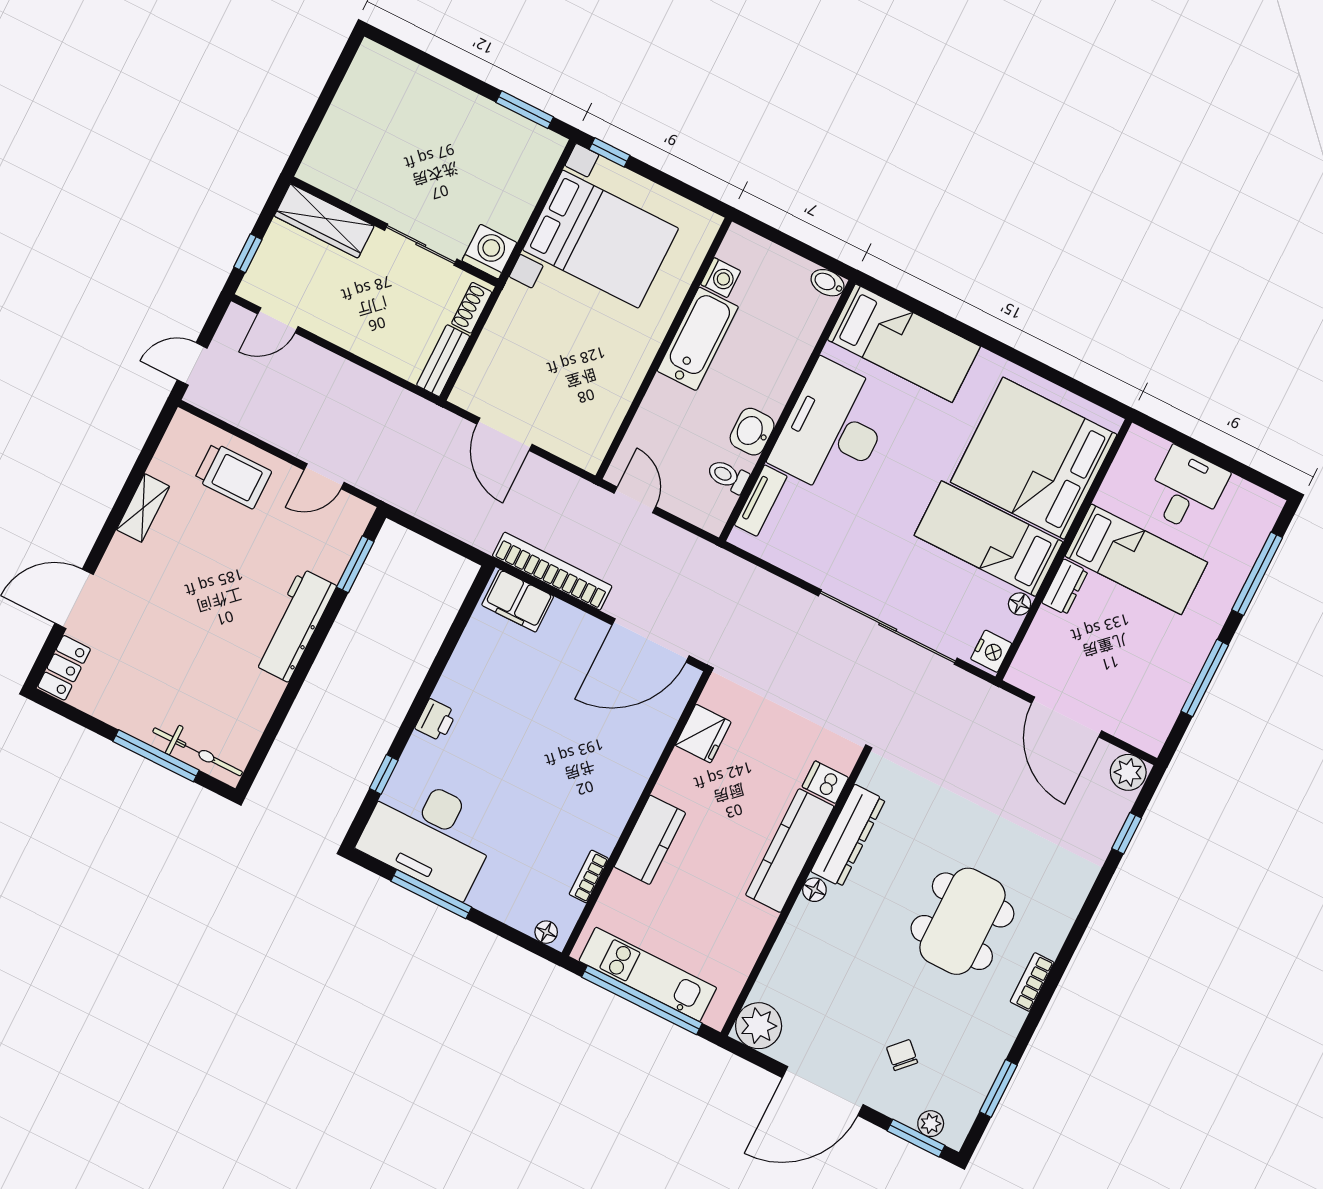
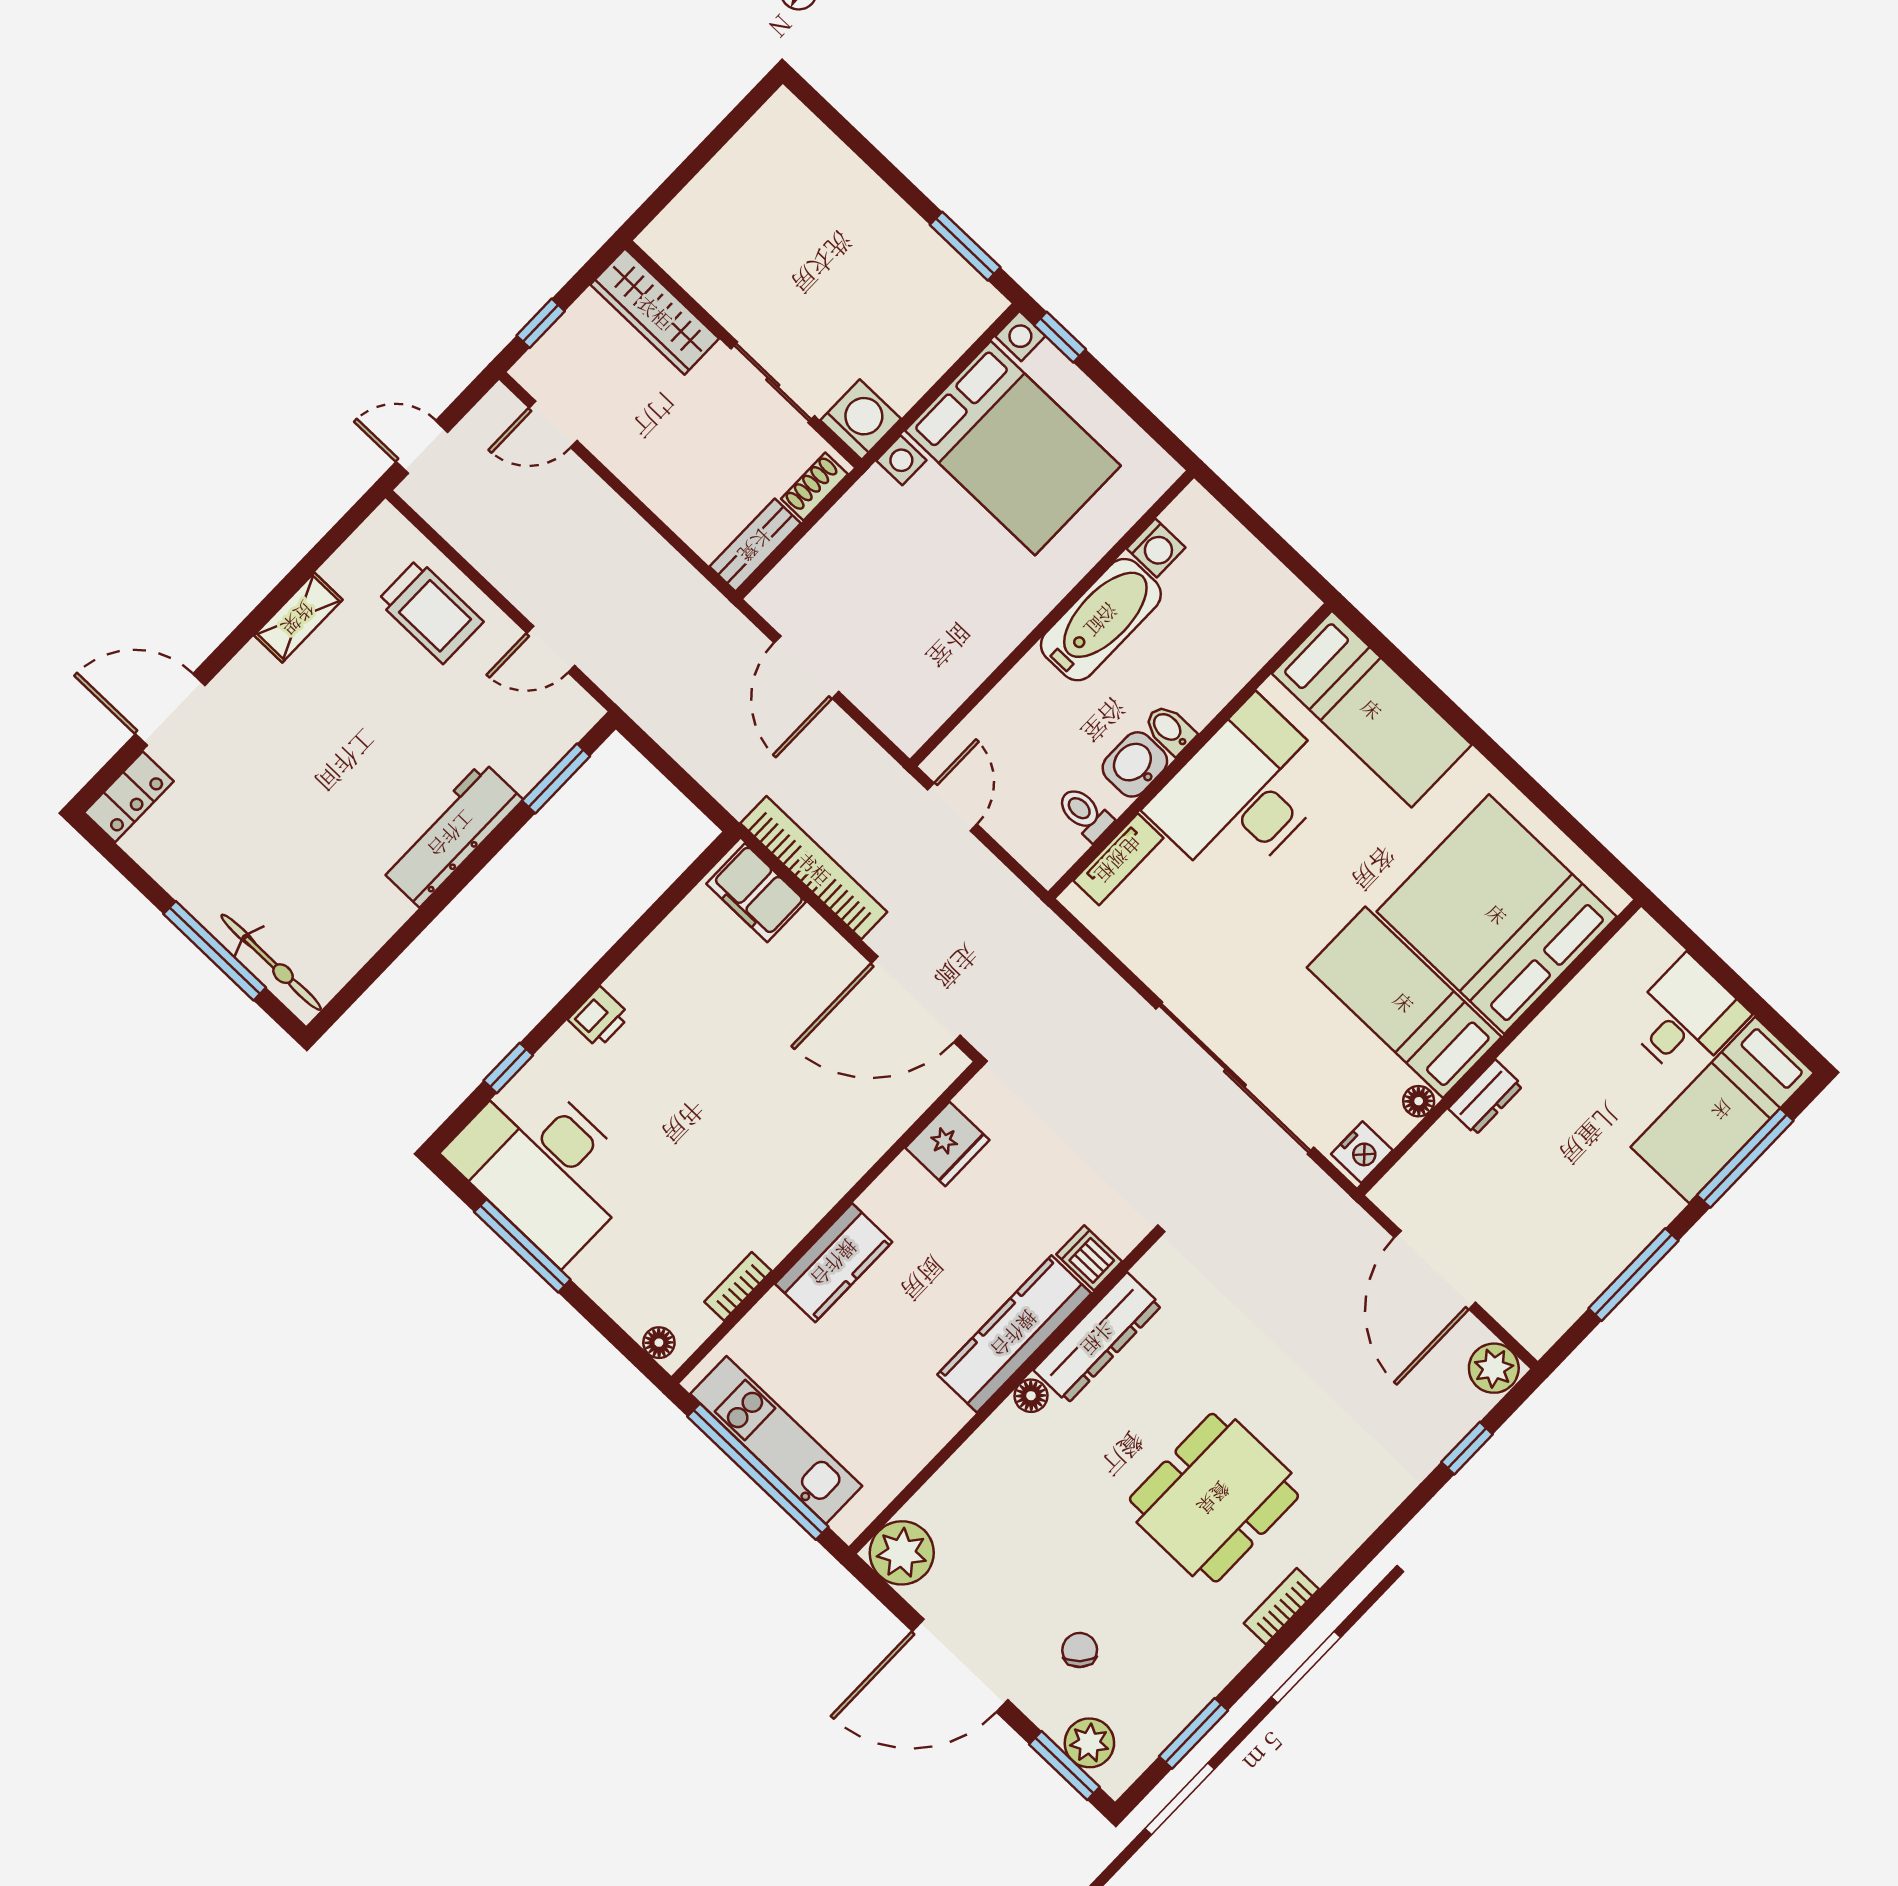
bidet: (828, 283) -> (1170, 729), moved
bed: (1136, 559) -> (1722, 1110), moved, turned 90
plant: (931, 1124) -> (1089, 1743), width x1.38, depth x1.38

